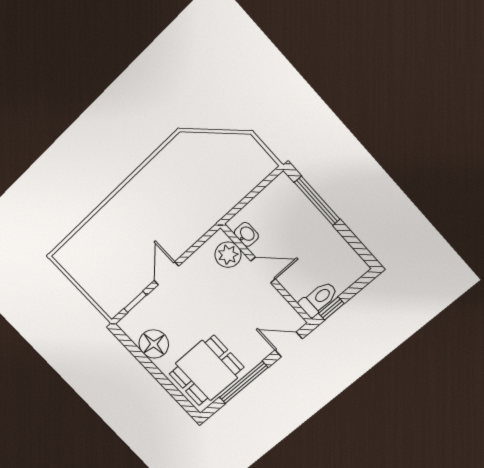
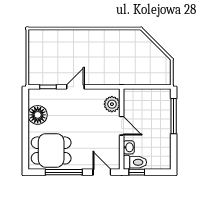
washbasin: (246, 234) -> (129, 147), moved

